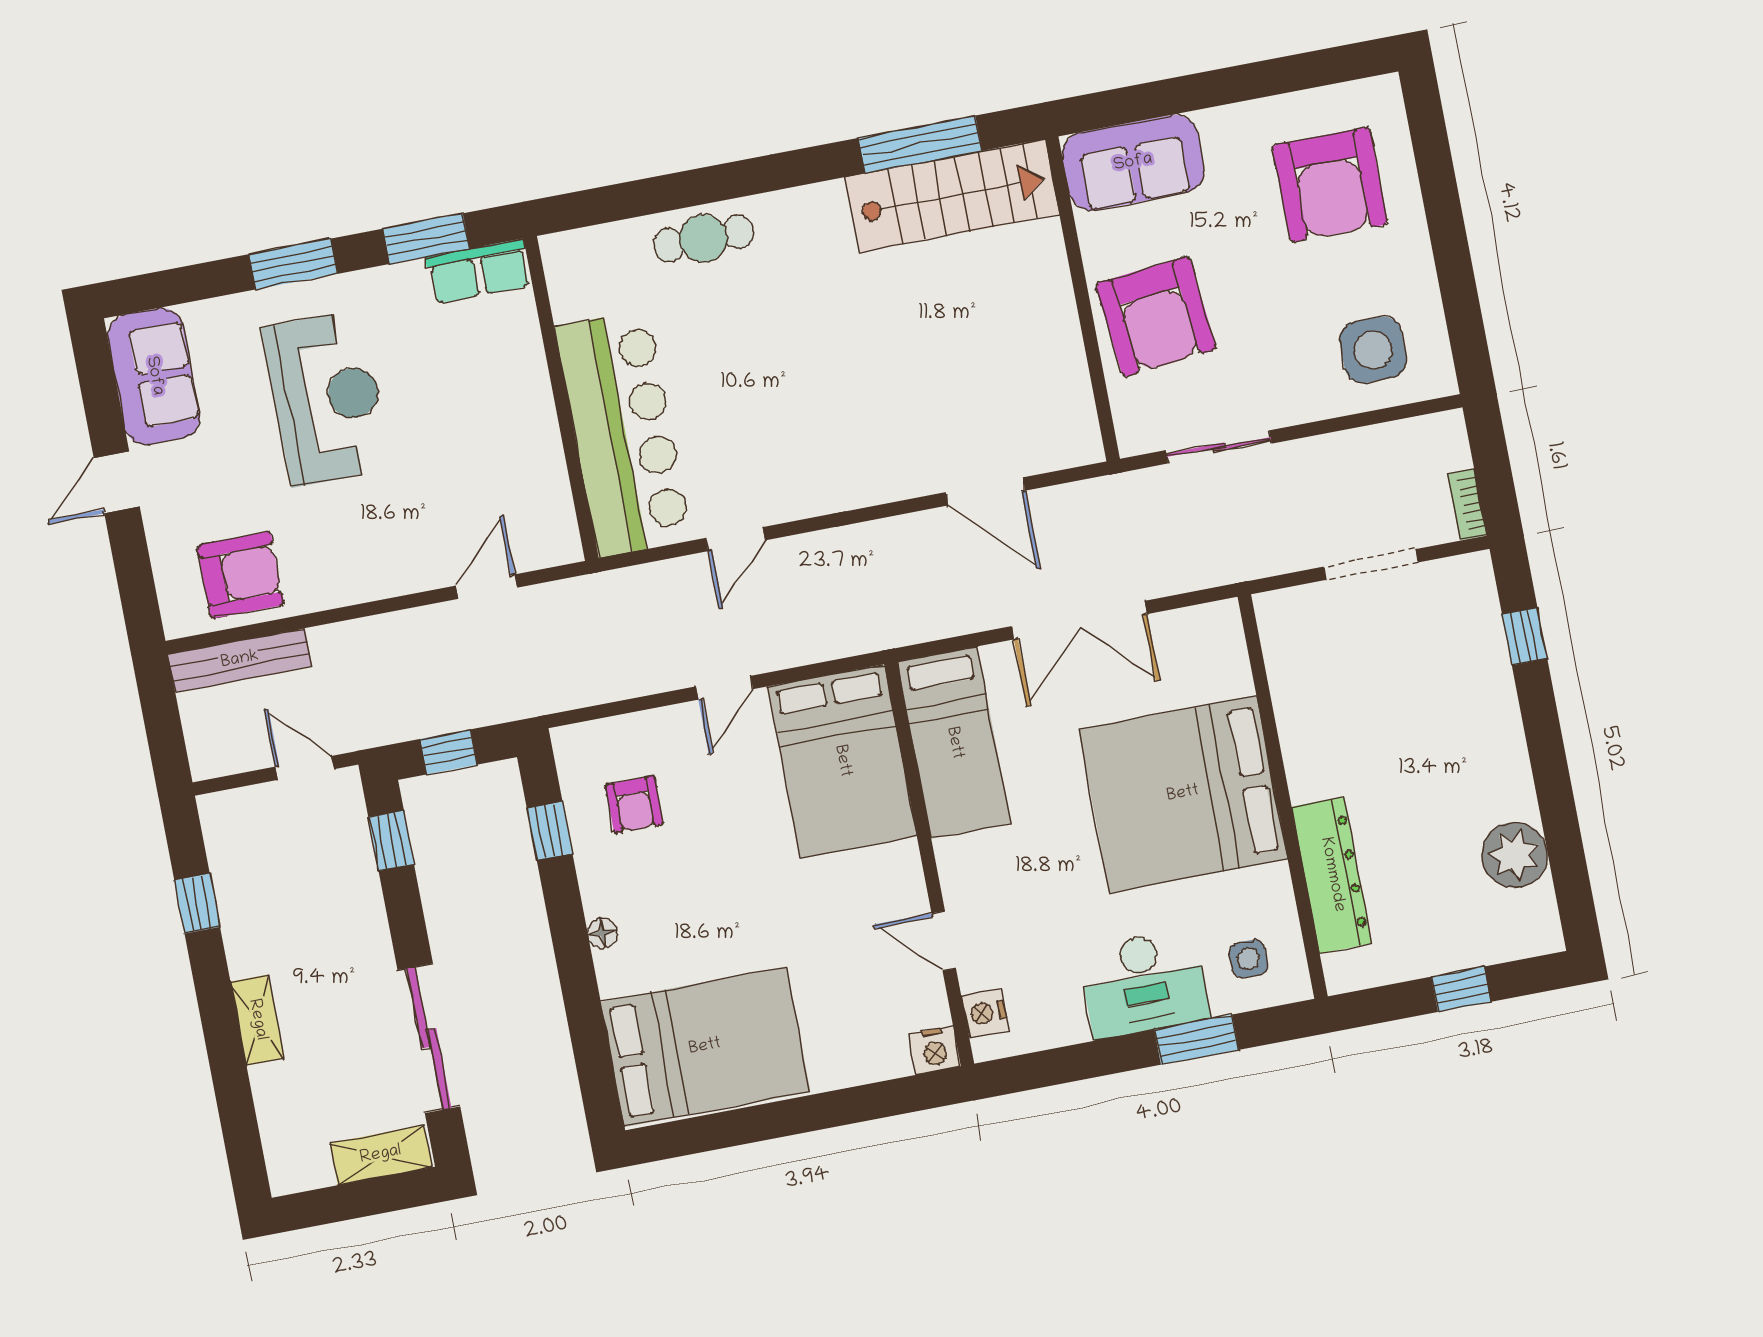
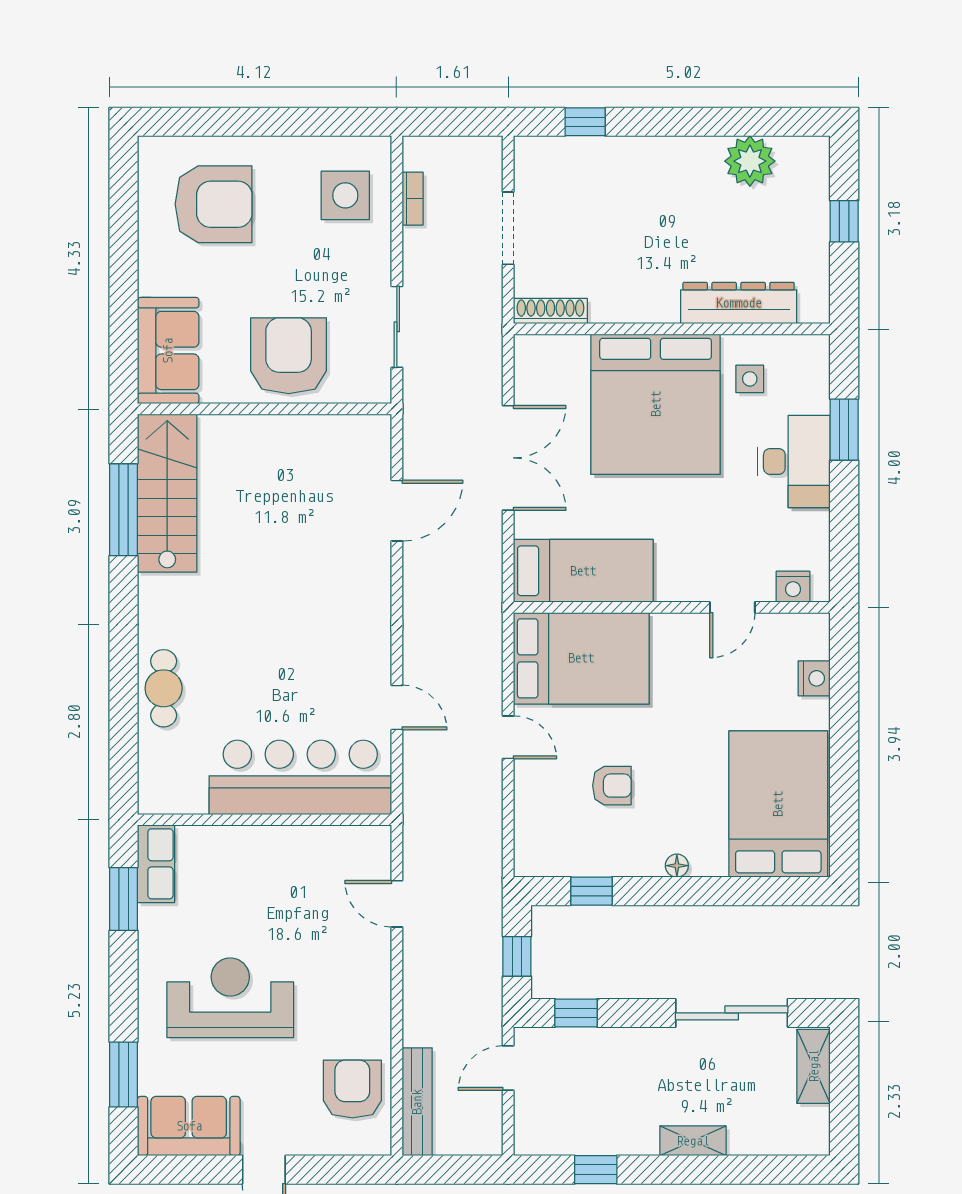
window: (293, 264) -> (124, 1075), moved
armchair: (1156, 317) -> (289, 356), turned -84
bookcase: (1467, 505) -> (413, 199), moved, turned -90
shoe rack: (1276, 638) -> (550, 311), added
armchair: (634, 804) -> (612, 786), moved
side table: (1248, 959) -> (750, 379), moved
nightstand: (935, 1050) -> (814, 678), moved

